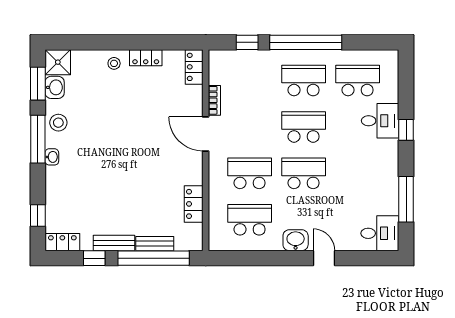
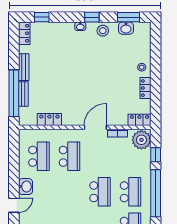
shower: (58, 62) -> (143, 30), removed
plant: (225, 64) -> (141, 140), added
window: (38, 139) -> (92, 17), width x0.46
school desk: (304, 173) -> (69, 192), removed
window: (94, 258) -> (14, 54), removed

